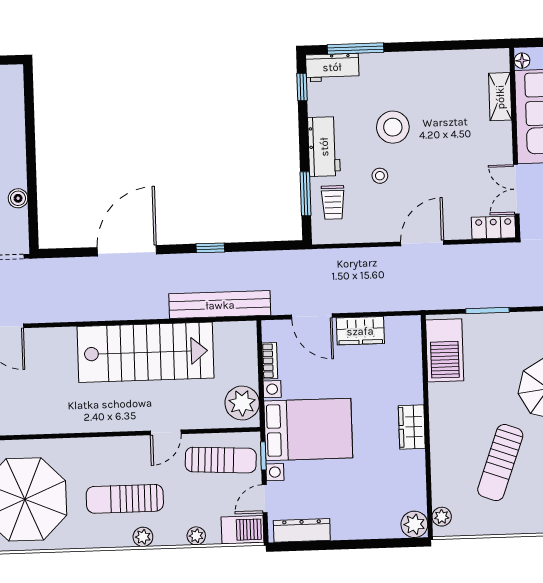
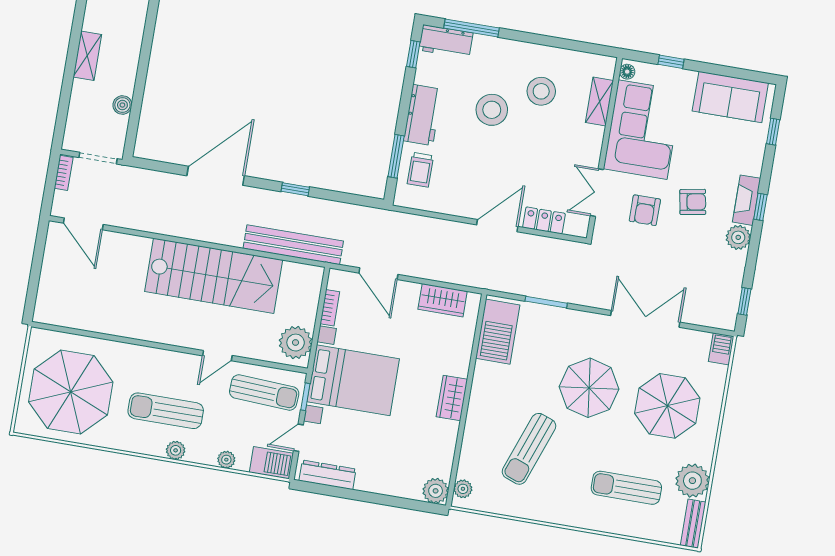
stool: (380, 176) -> (541, 91), moved, width x1.89, depth x1.89
locker: (493, 227) -> (544, 220), moved
wardrobe: (360, 331) -> (443, 300), moved

